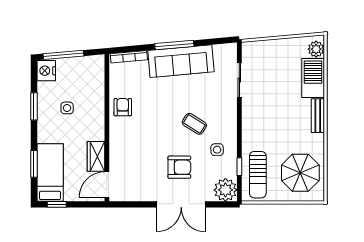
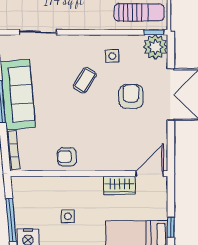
window: (239, 167) -> (154, 32), moved
door: (107, 185) -> (150, 174), swing flipped

